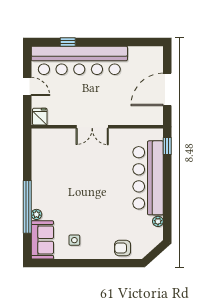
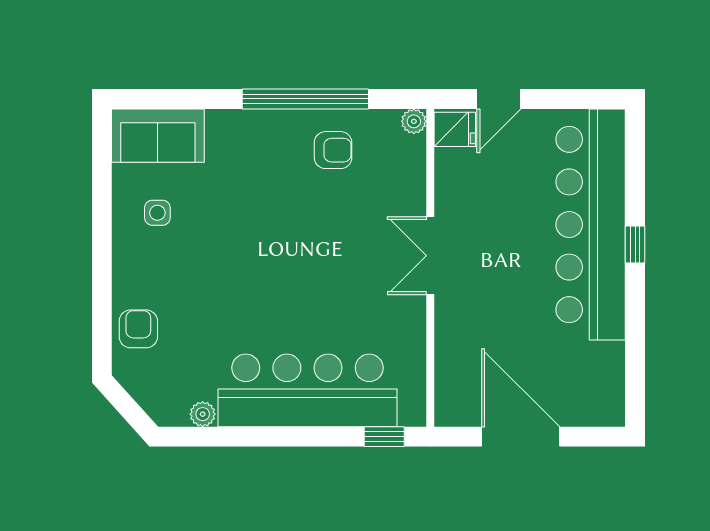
window: (68, 42) -> (635, 245), moved
door: (27, 86) -> (499, 99), moved
armchair: (48, 167) -> (333, 150), added
window: (27, 207) -> (305, 99), moved
plant: (36, 214) -> (414, 121), moved

